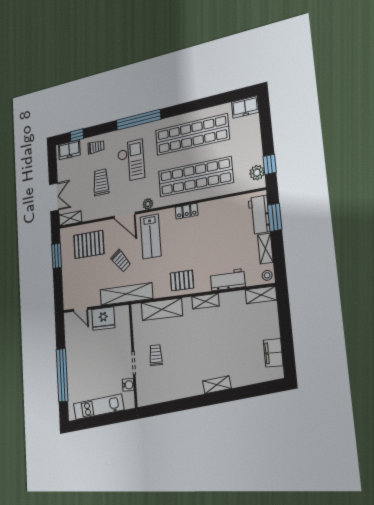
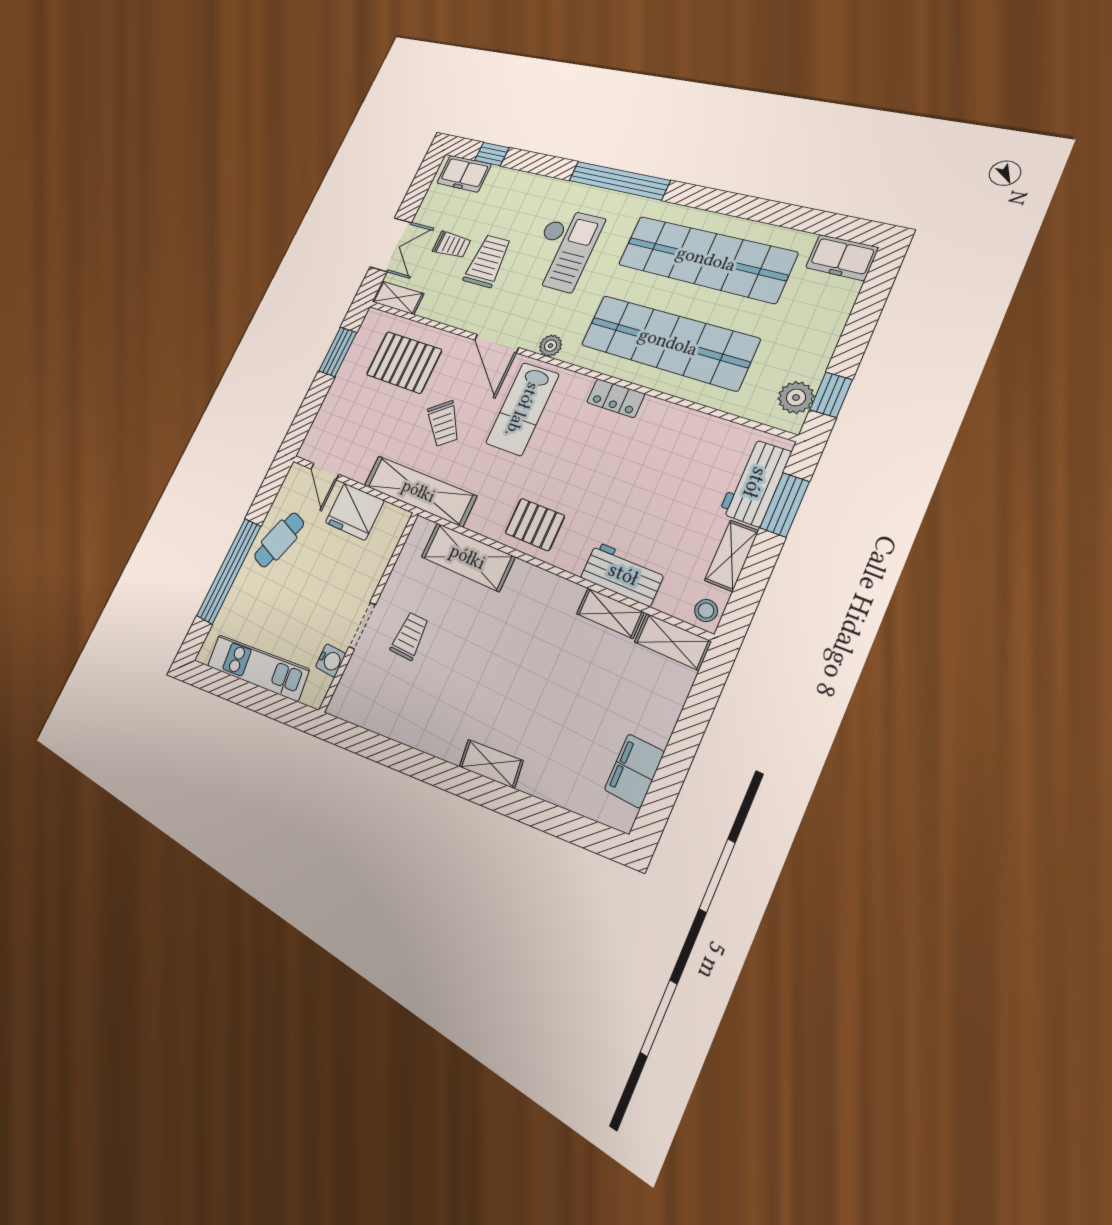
trolley: (96, 147) -> (452, 245), moved
shelving: (205, 301) -> (610, 613), moved
cafe table: (77, 349) -> (279, 540), added

